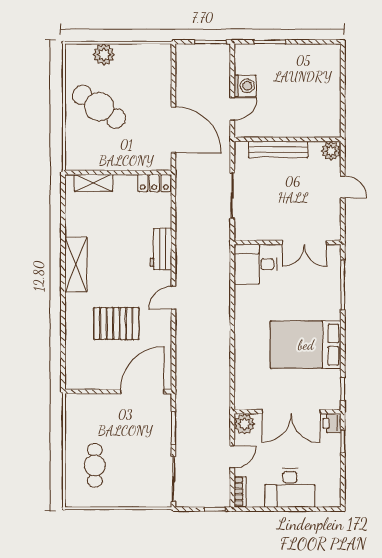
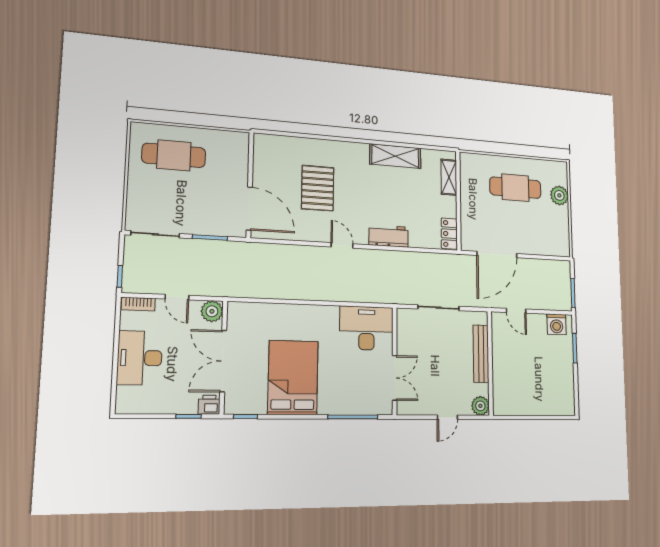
washing machine: (245, 86) -> (557, 324), moved
cafe table: (99, 107) -> (515, 188), turned 55
double door: (304, 242) -> (395, 378), swing flipped
shelving: (76, 264) -> (395, 156), moved
desk: (256, 264) -> (367, 328), width x1.37
cafe table: (95, 465) -> (174, 155), width x1.37, depth x1.35

